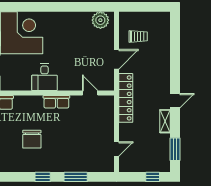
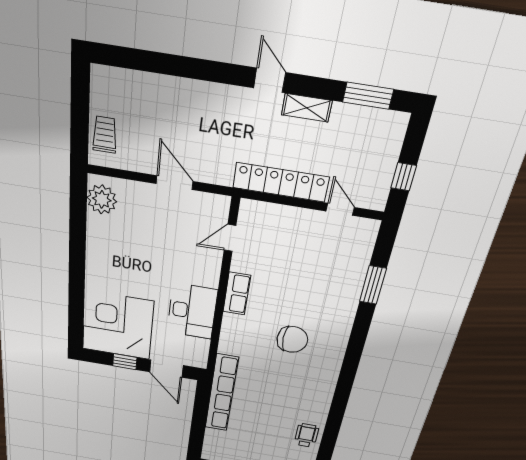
trolley: (138, 36) -> (105, 135), moved
desk: (45, 77) -> (192, 311), width x1.37
locker: (126, 98) -> (281, 182), moved
window: (43, 177) -> (359, 335), removed
window: (153, 177) -> (404, 177), moved

